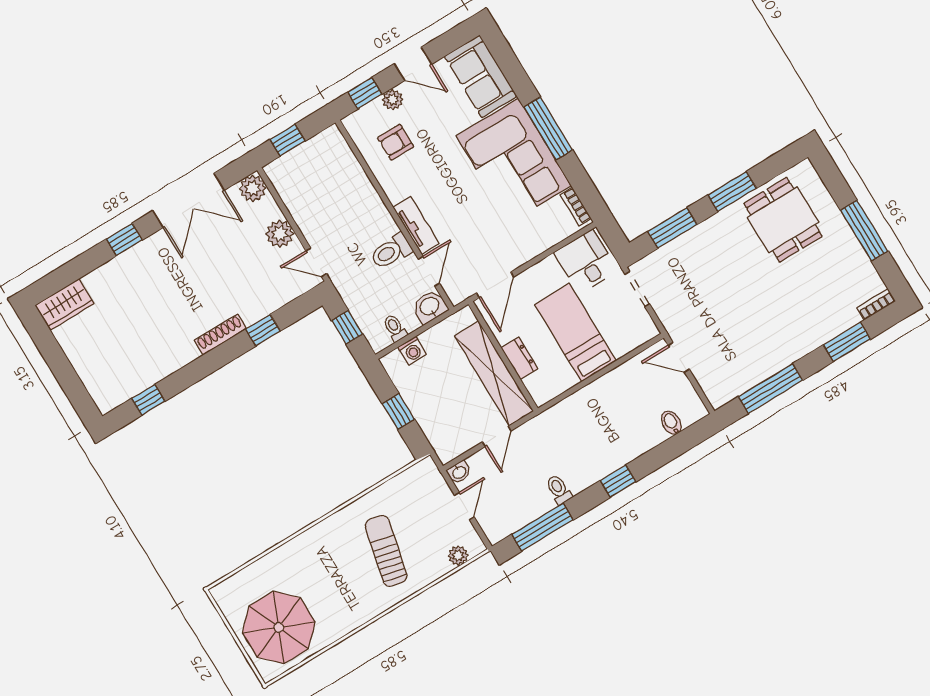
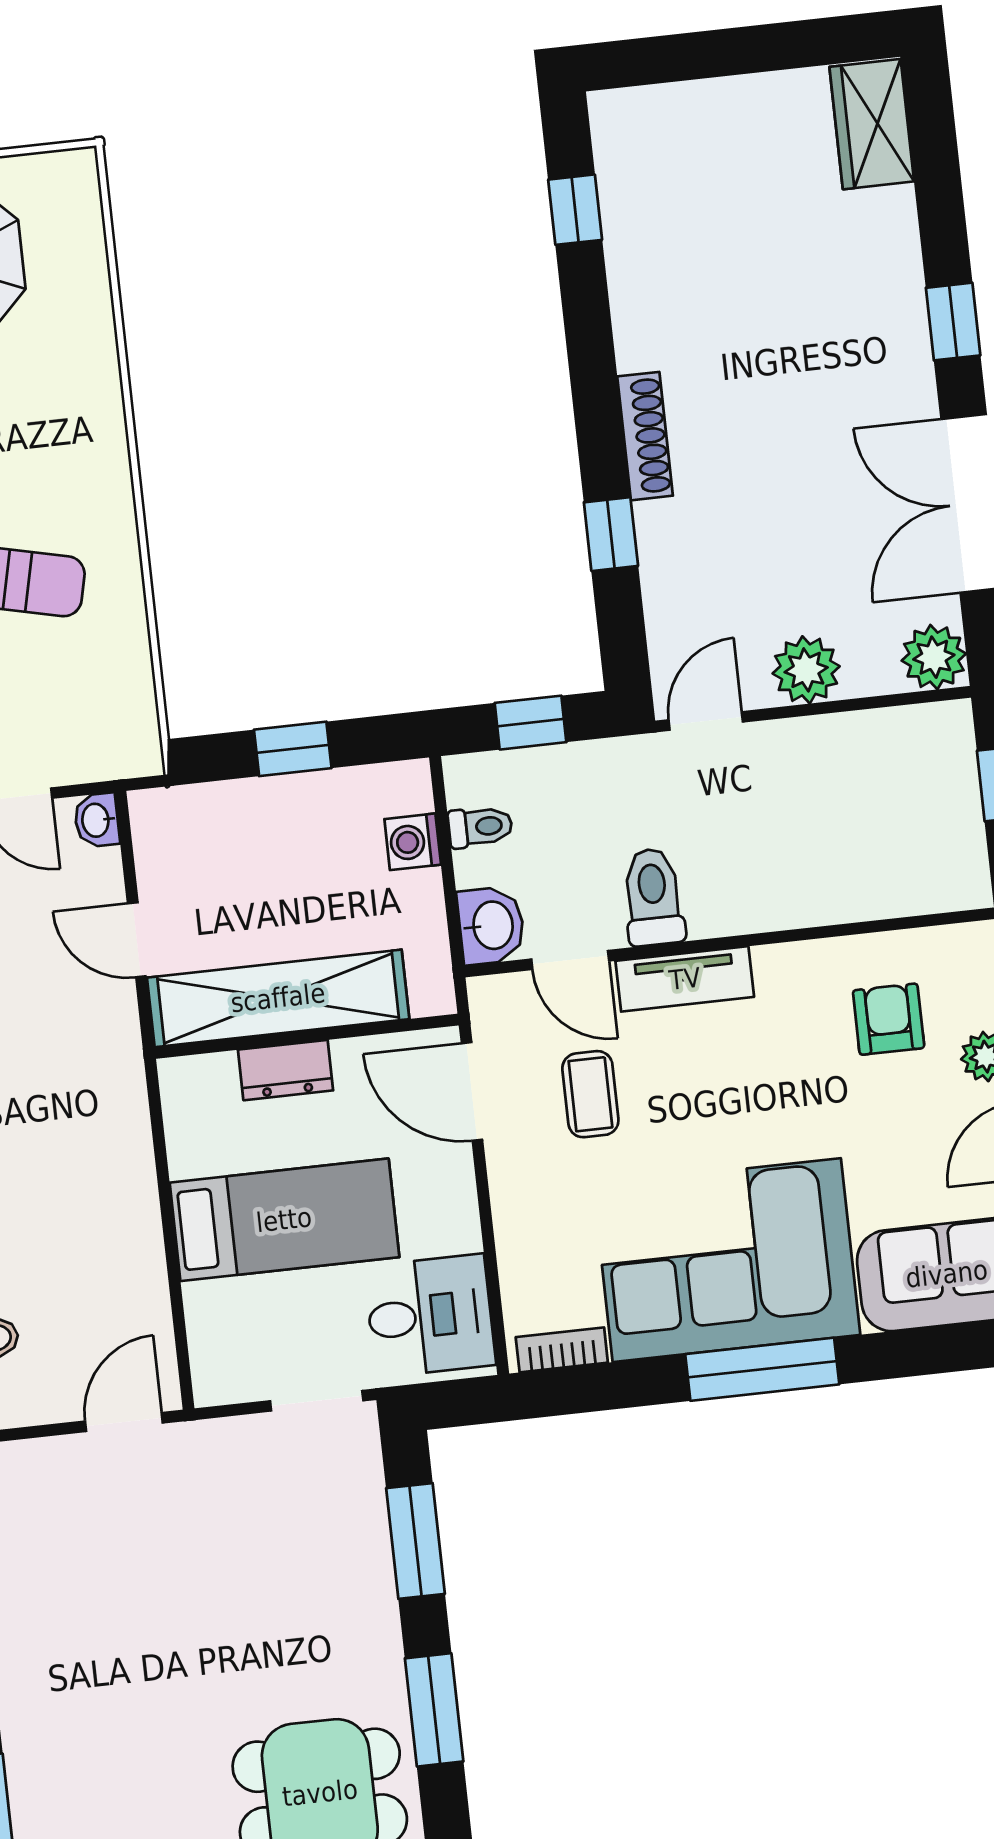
coffee table: (475, 240) -> (590, 1094), added

